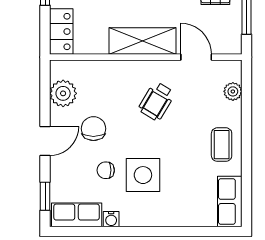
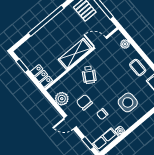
wheelchair: (157, 101) -> (89, 75), moved
door: (45, 141) -> (70, 122), swing flipped
side table: (143, 175) -> (128, 102), moved

